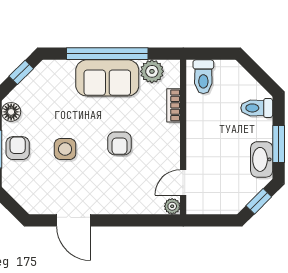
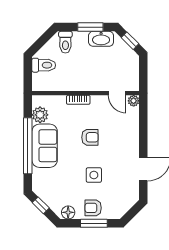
toilet: (203, 77) -> (44, 65), moved
bookcase: (173, 105) -> (78, 100), moved

